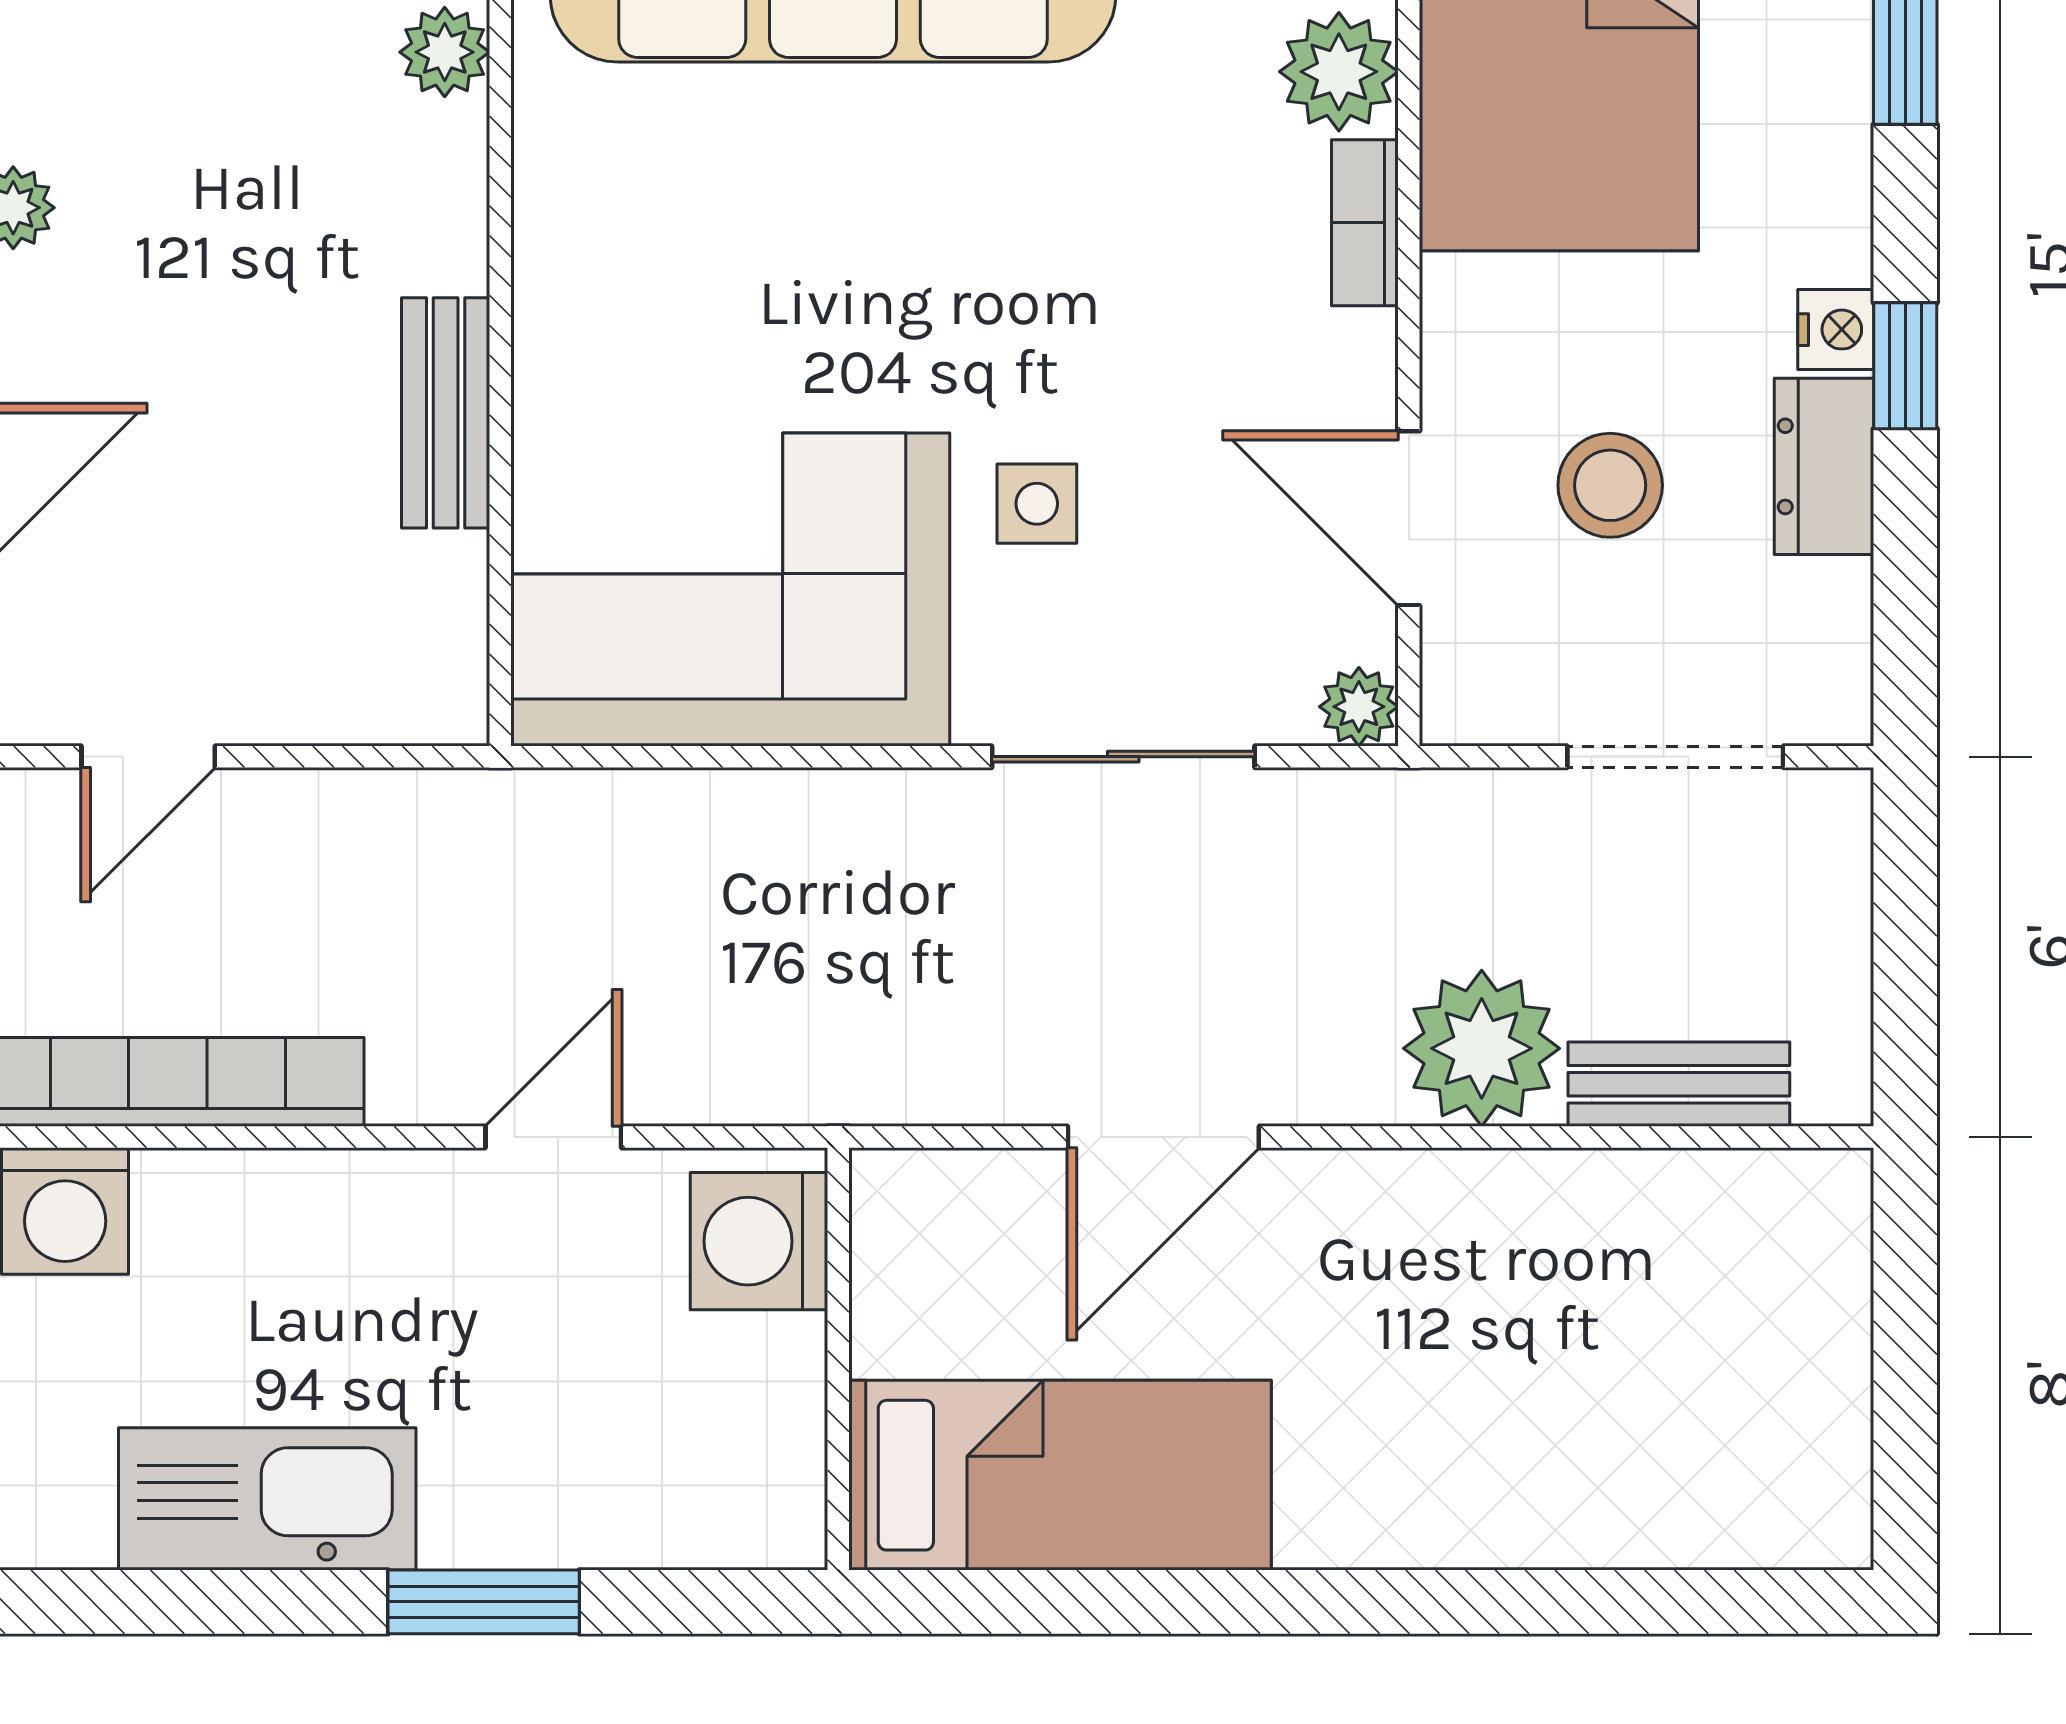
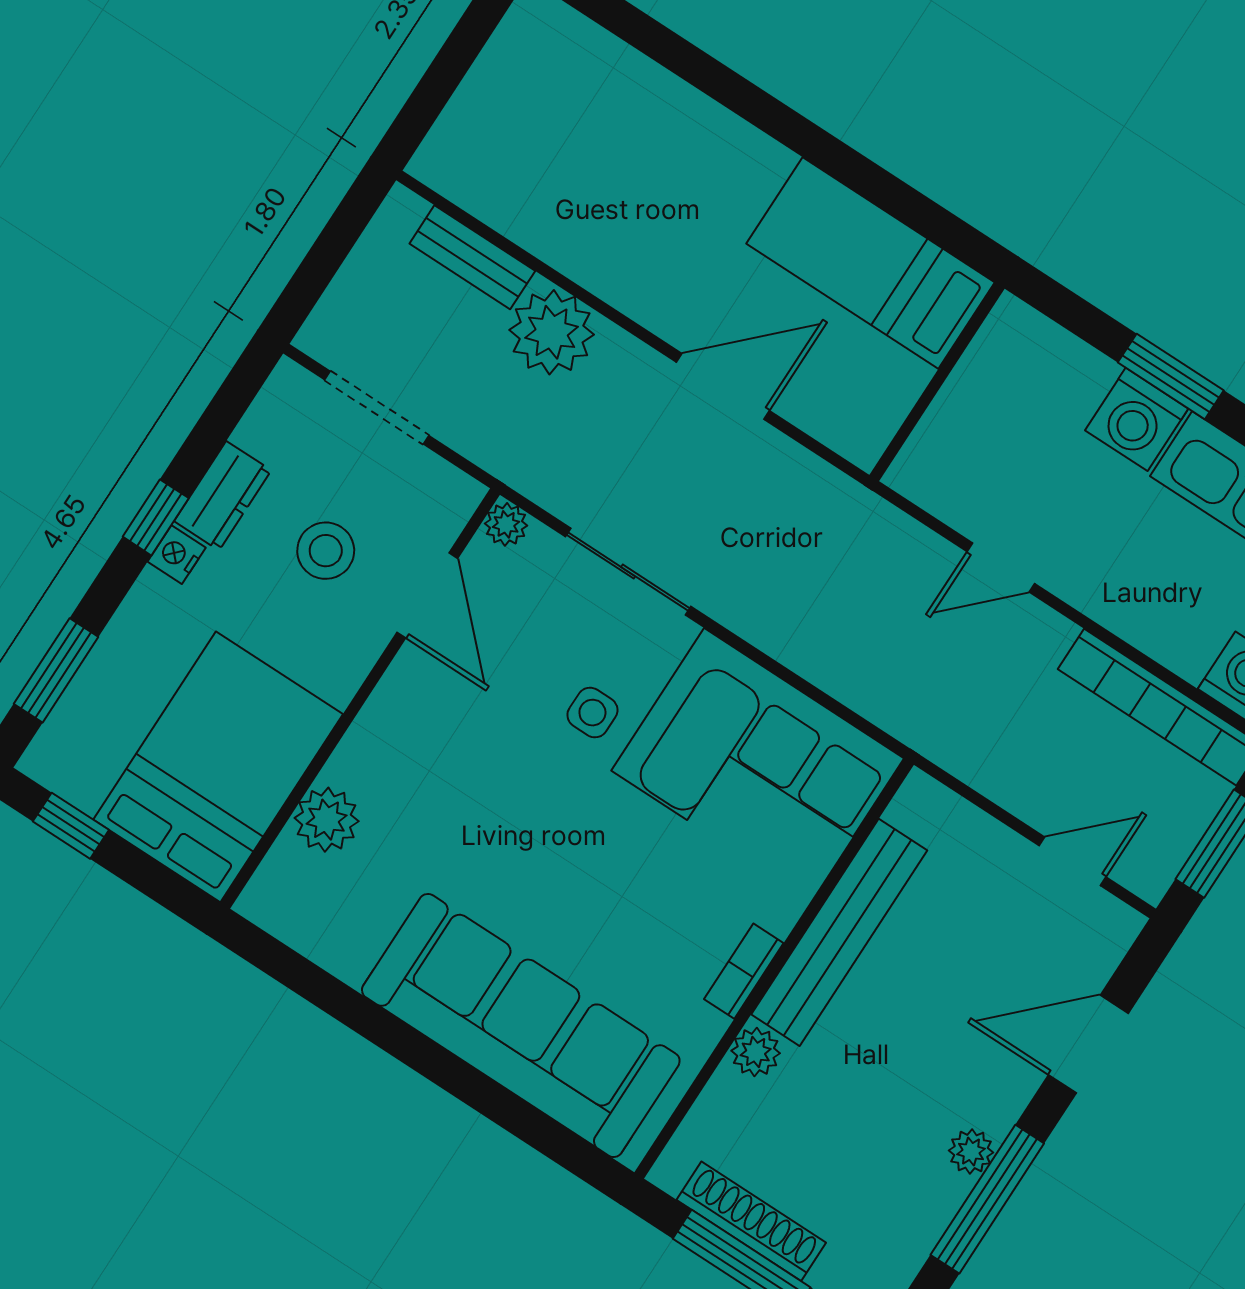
plant: (445, 52) -> (756, 1052), moved
bookcase: (1365, 223) -> (744, 971), moved, turned 180
bench: (446, 413) -> (839, 932), width x1.86, depth x1.21
washing machine: (759, 1241) -> (1137, 419), moved, turned 90

